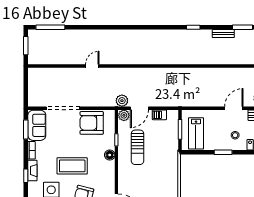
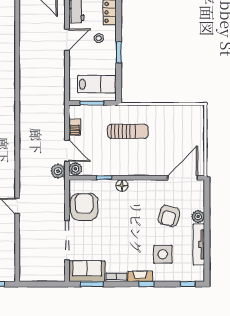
door: (234, 108) -> (67, 40), swing flipped
armchair: (92, 123) -> (84, 207), turned 180
sun lounger: (138, 147) -> (128, 131), moved
coffee table: (72, 166) -> (135, 230), removed

